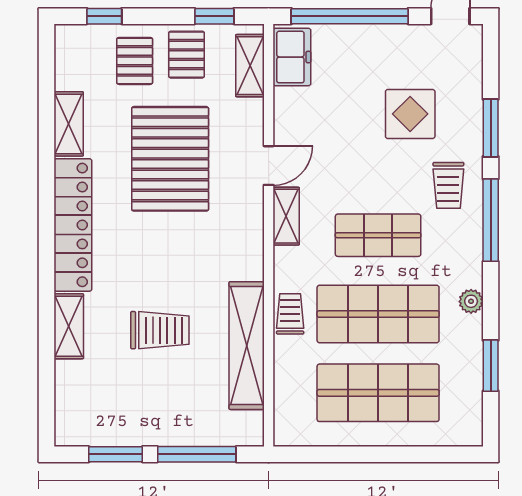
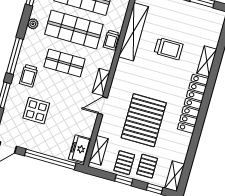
window: (214, 16) -> (124, 180), moved
shelving: (69, 124) -> (175, 176), moved
trolley: (448, 185) -> (29, 76), turned 180
trolley: (160, 330) -> (169, 49), turned 180

